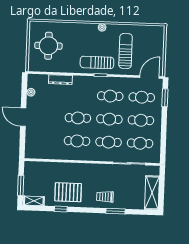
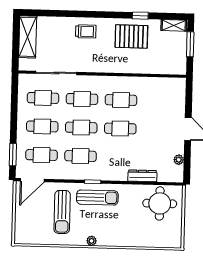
round table: (48, 46) -> (160, 203), moved
window: (115, 211) -> (73, 14), removed

